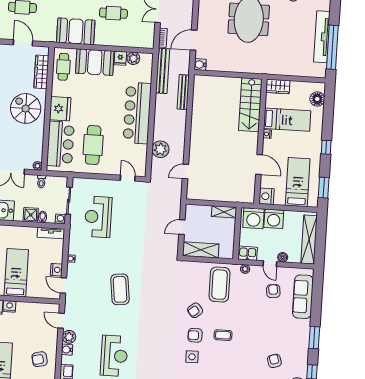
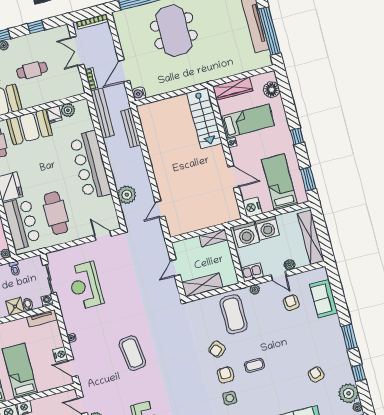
wardrobe: (278, 86) -> (233, 89), width x1.50
sofa: (303, 297) -> (324, 299), width x0.73
armchair: (195, 335) -> (226, 375), turned 90

